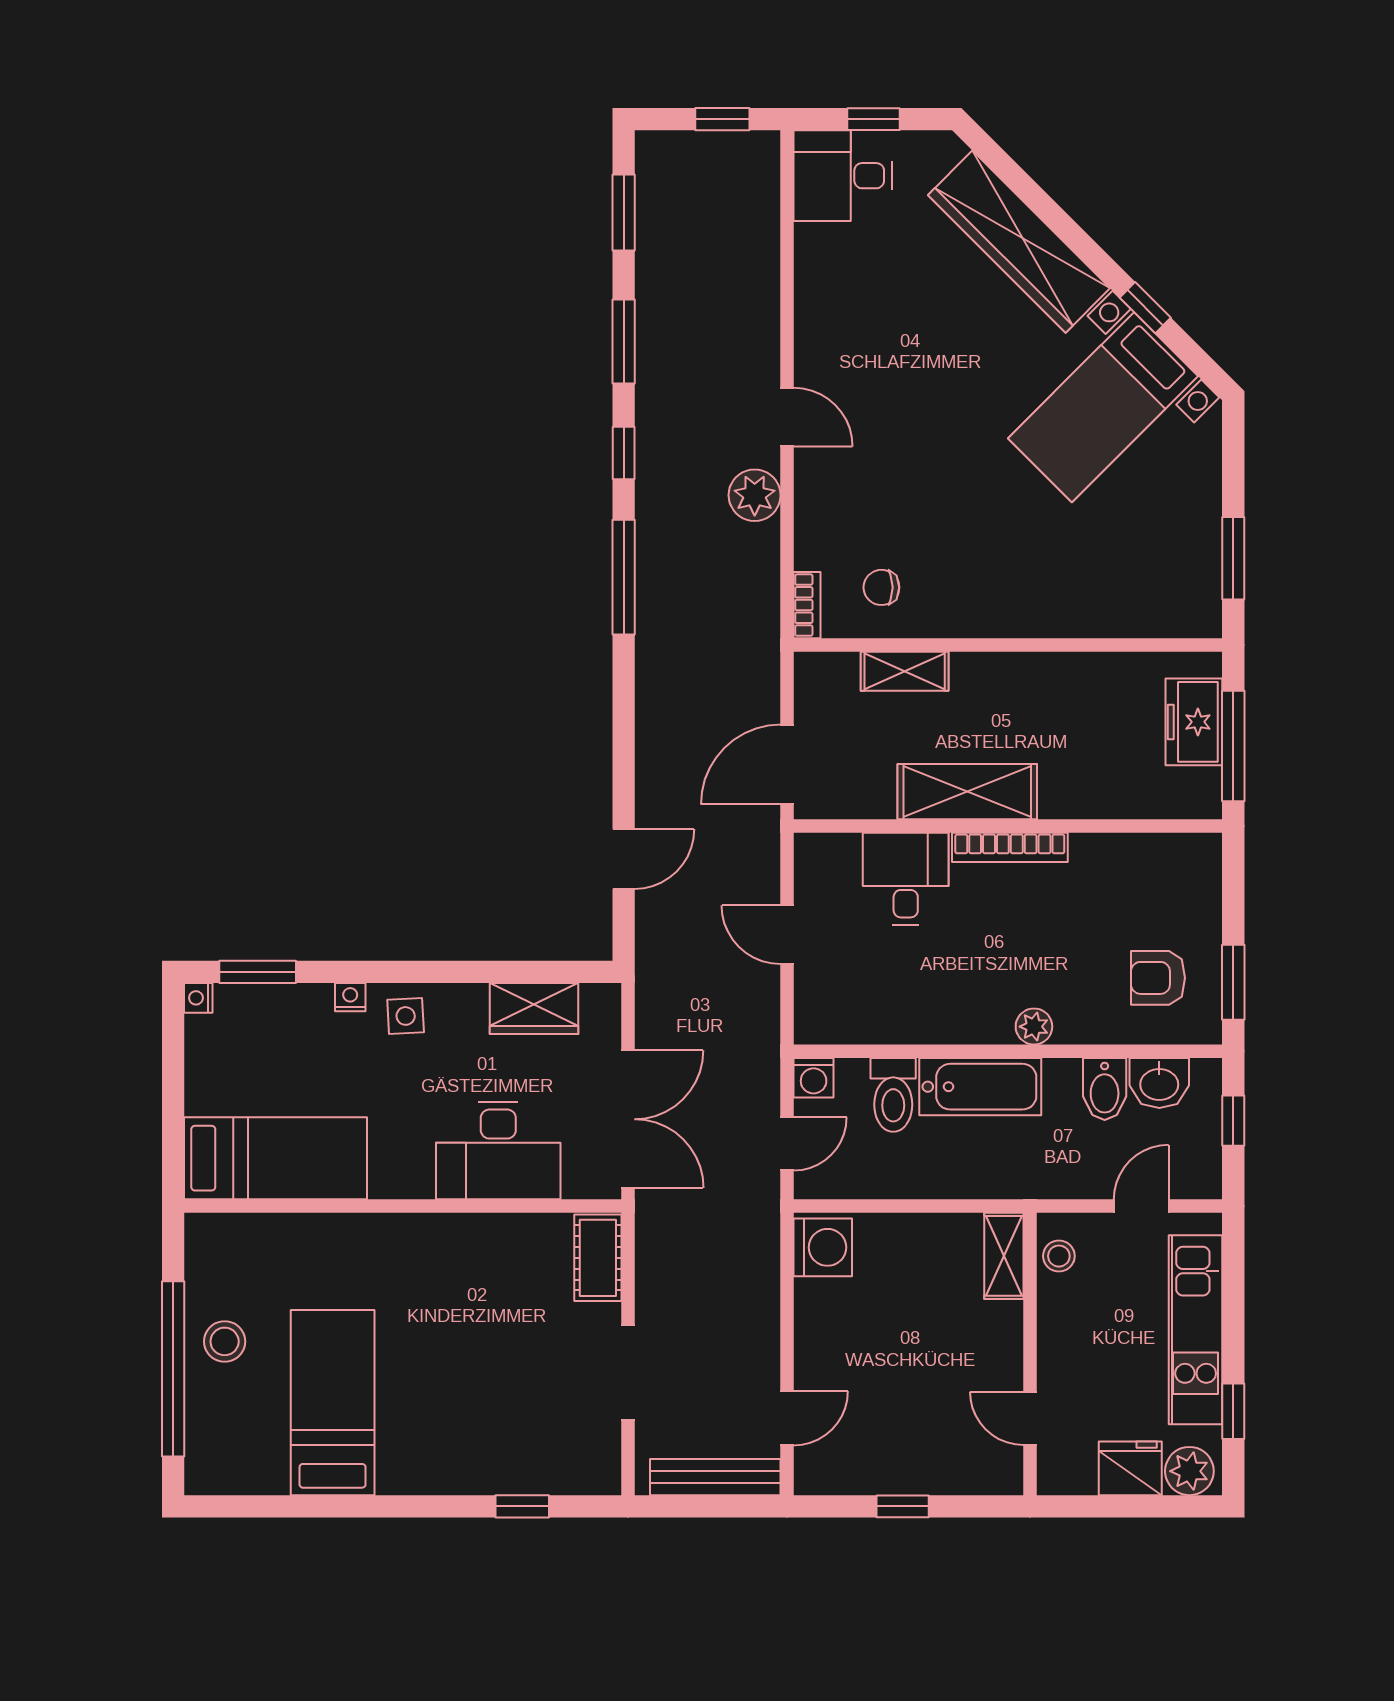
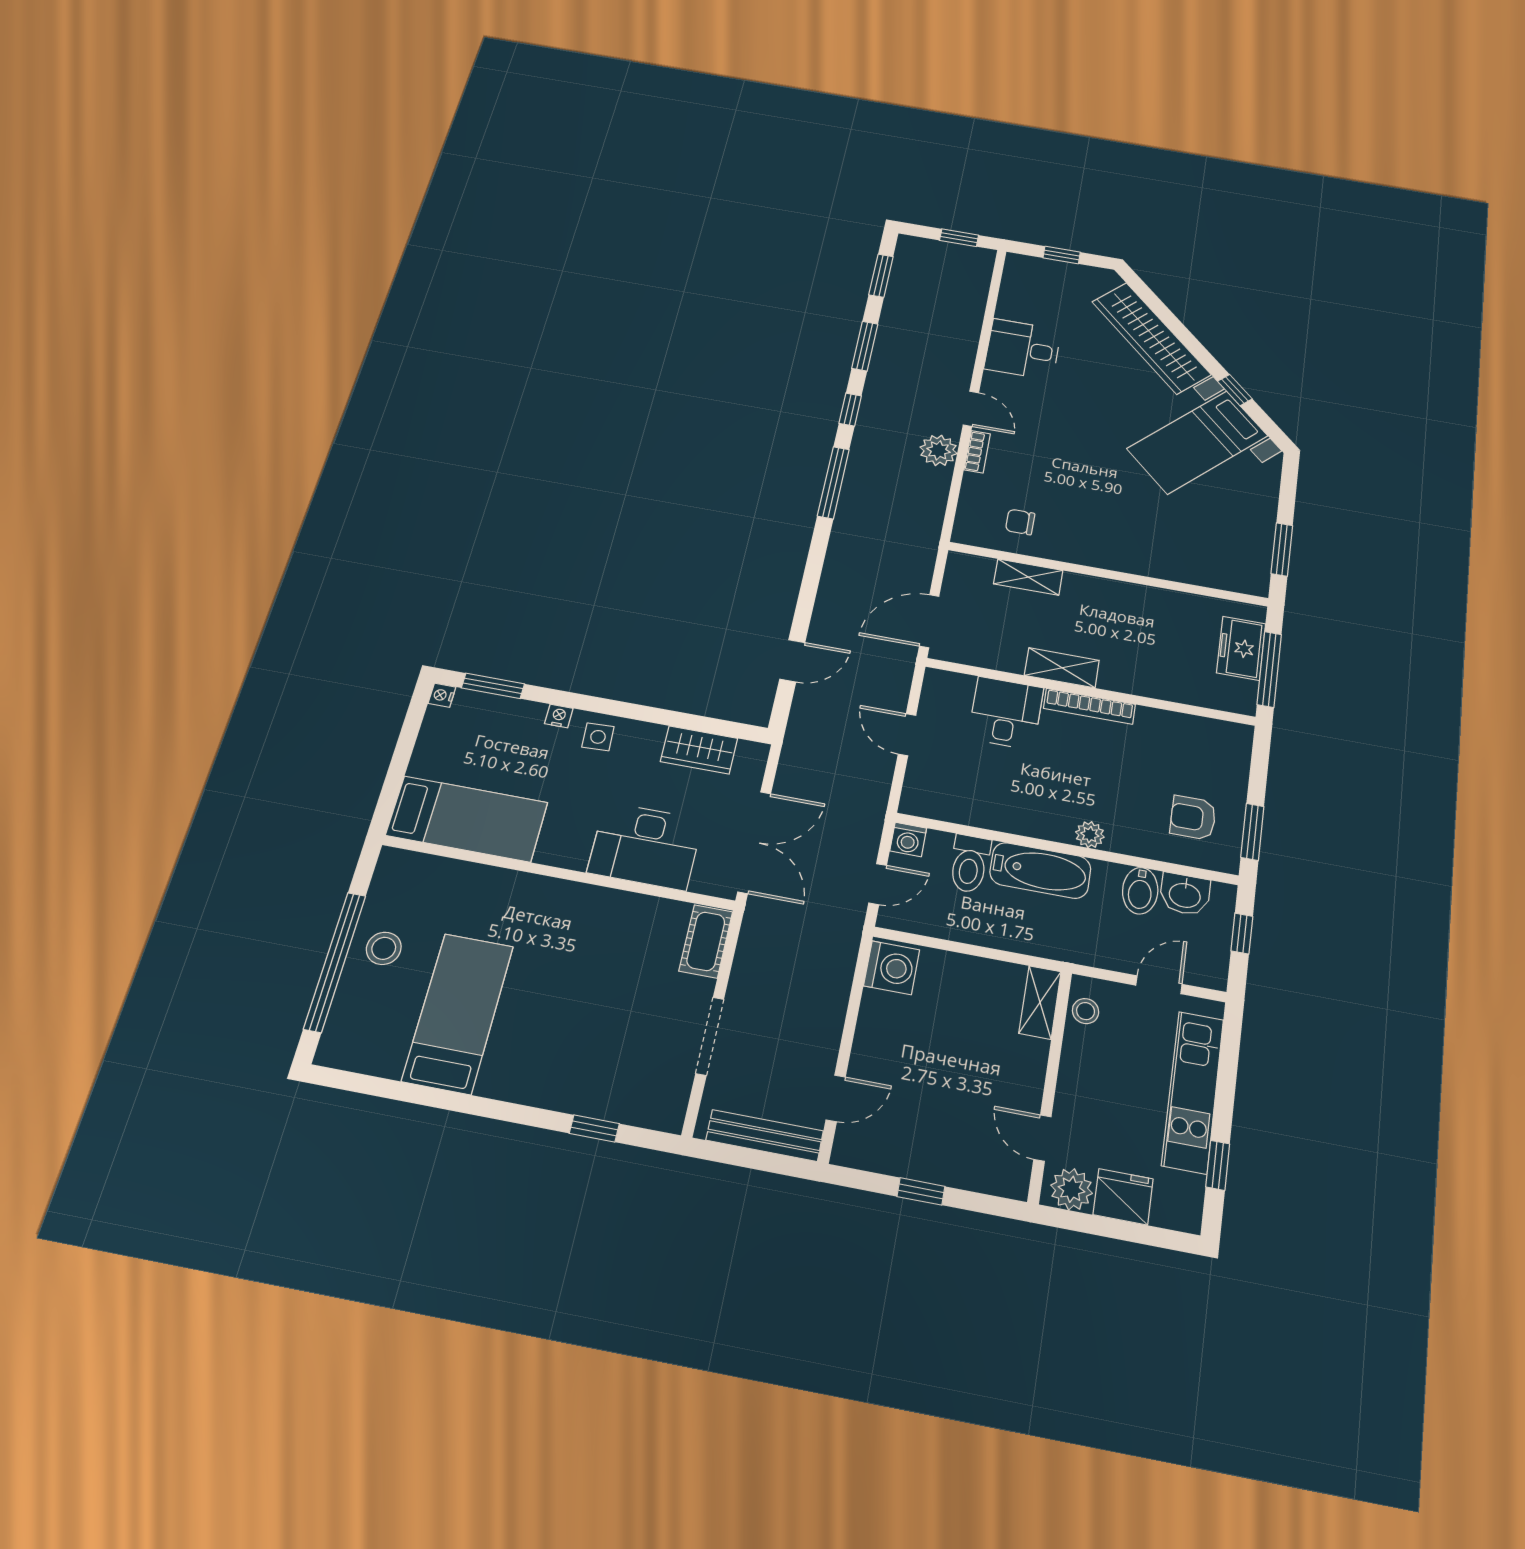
desk: (843, 176) -> (1023, 349), moved
bookcase: (807, 605) -> (977, 452), moved
shelving: (967, 792) -> (1062, 668), width x0.67, depth x0.75
plant: (1189, 1471) -> (1072, 1189), moved

